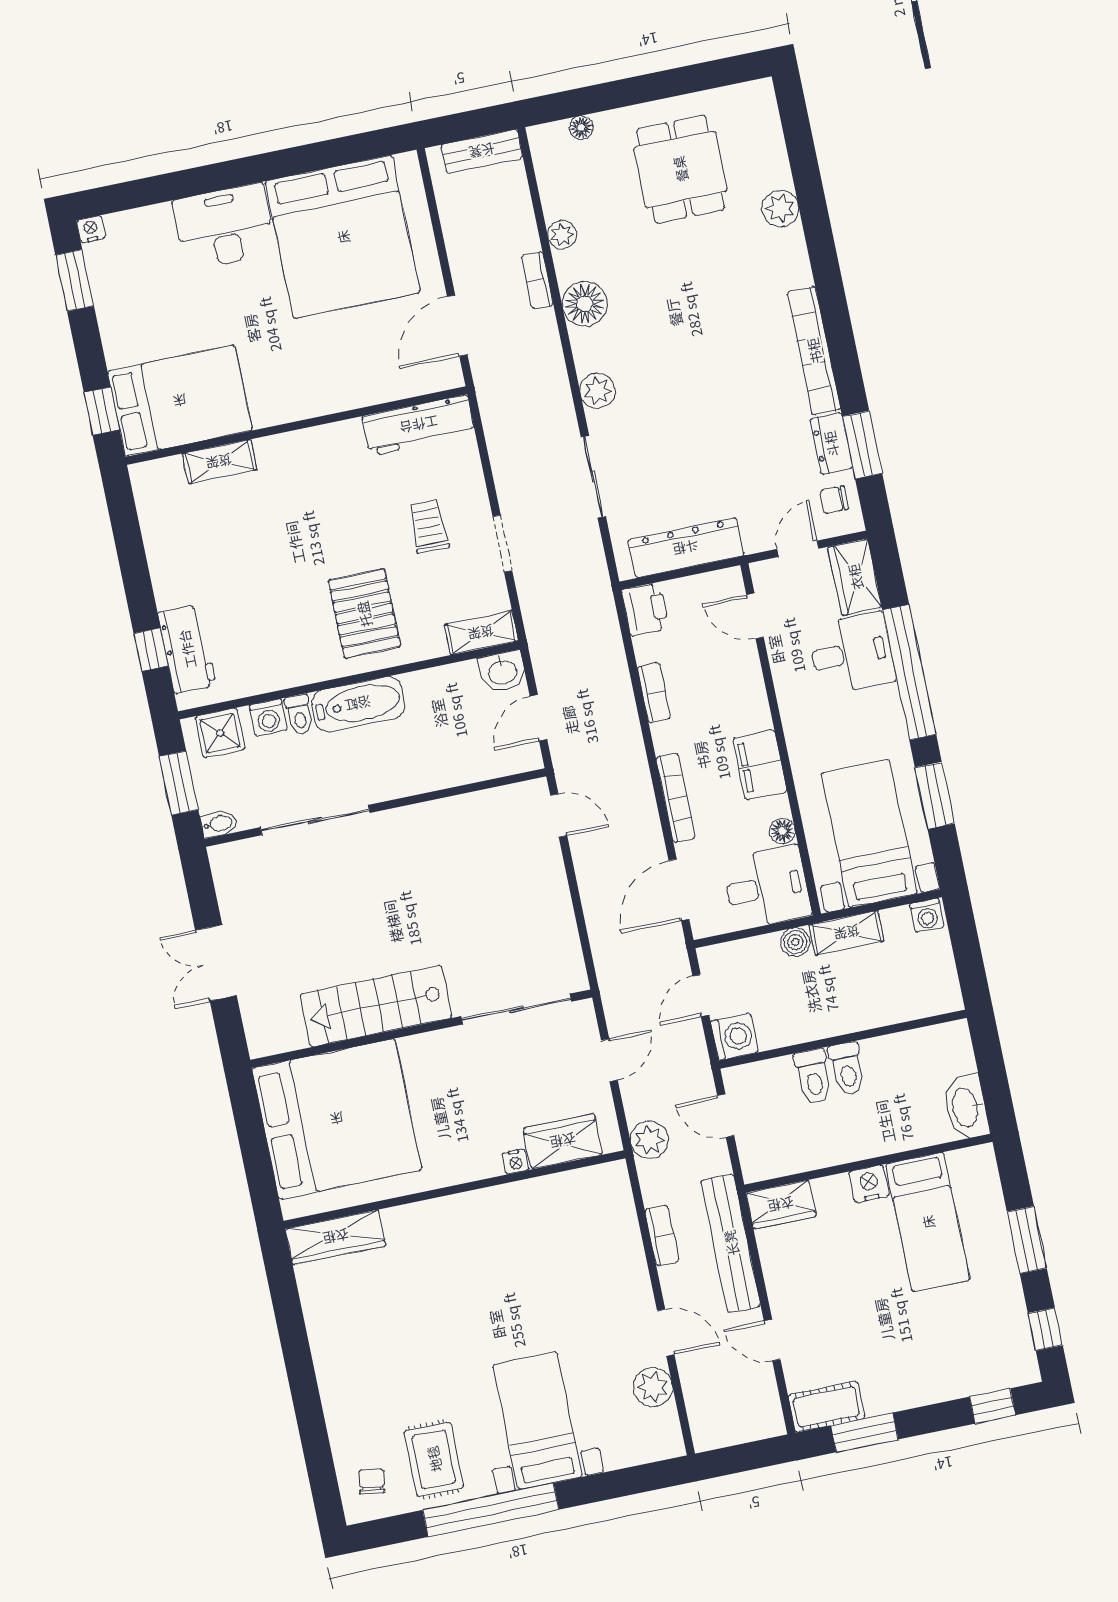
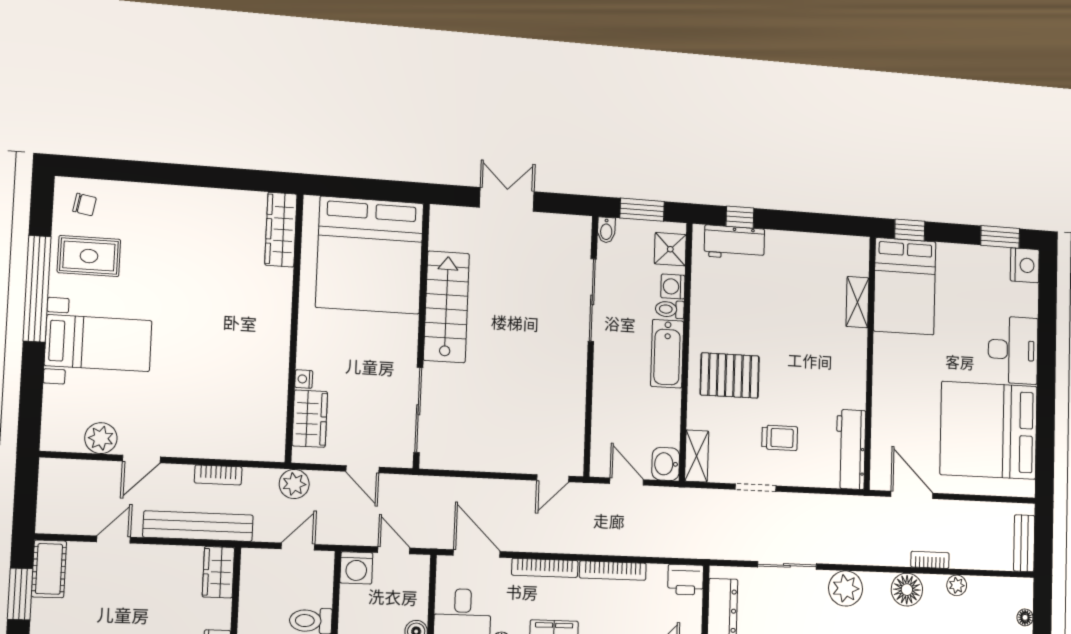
nightstand: (91, 229) -> (1025, 265), width x1.89, depth x1.79
plant: (598, 391) -> (846, 588), width x1.36, depth x1.36
bookcase: (654, 693) -> (613, 571), width x1.56

